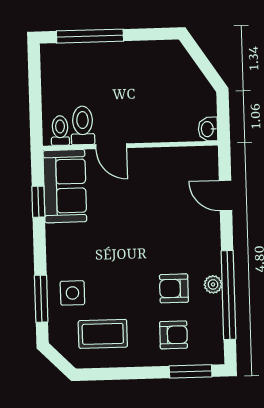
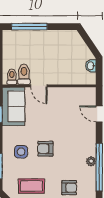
washbasin: (208, 129) -> (91, 66), moved
armchair: (174, 288) -> (45, 149), moved
side table: (72, 293) -> (21, 152), moved

